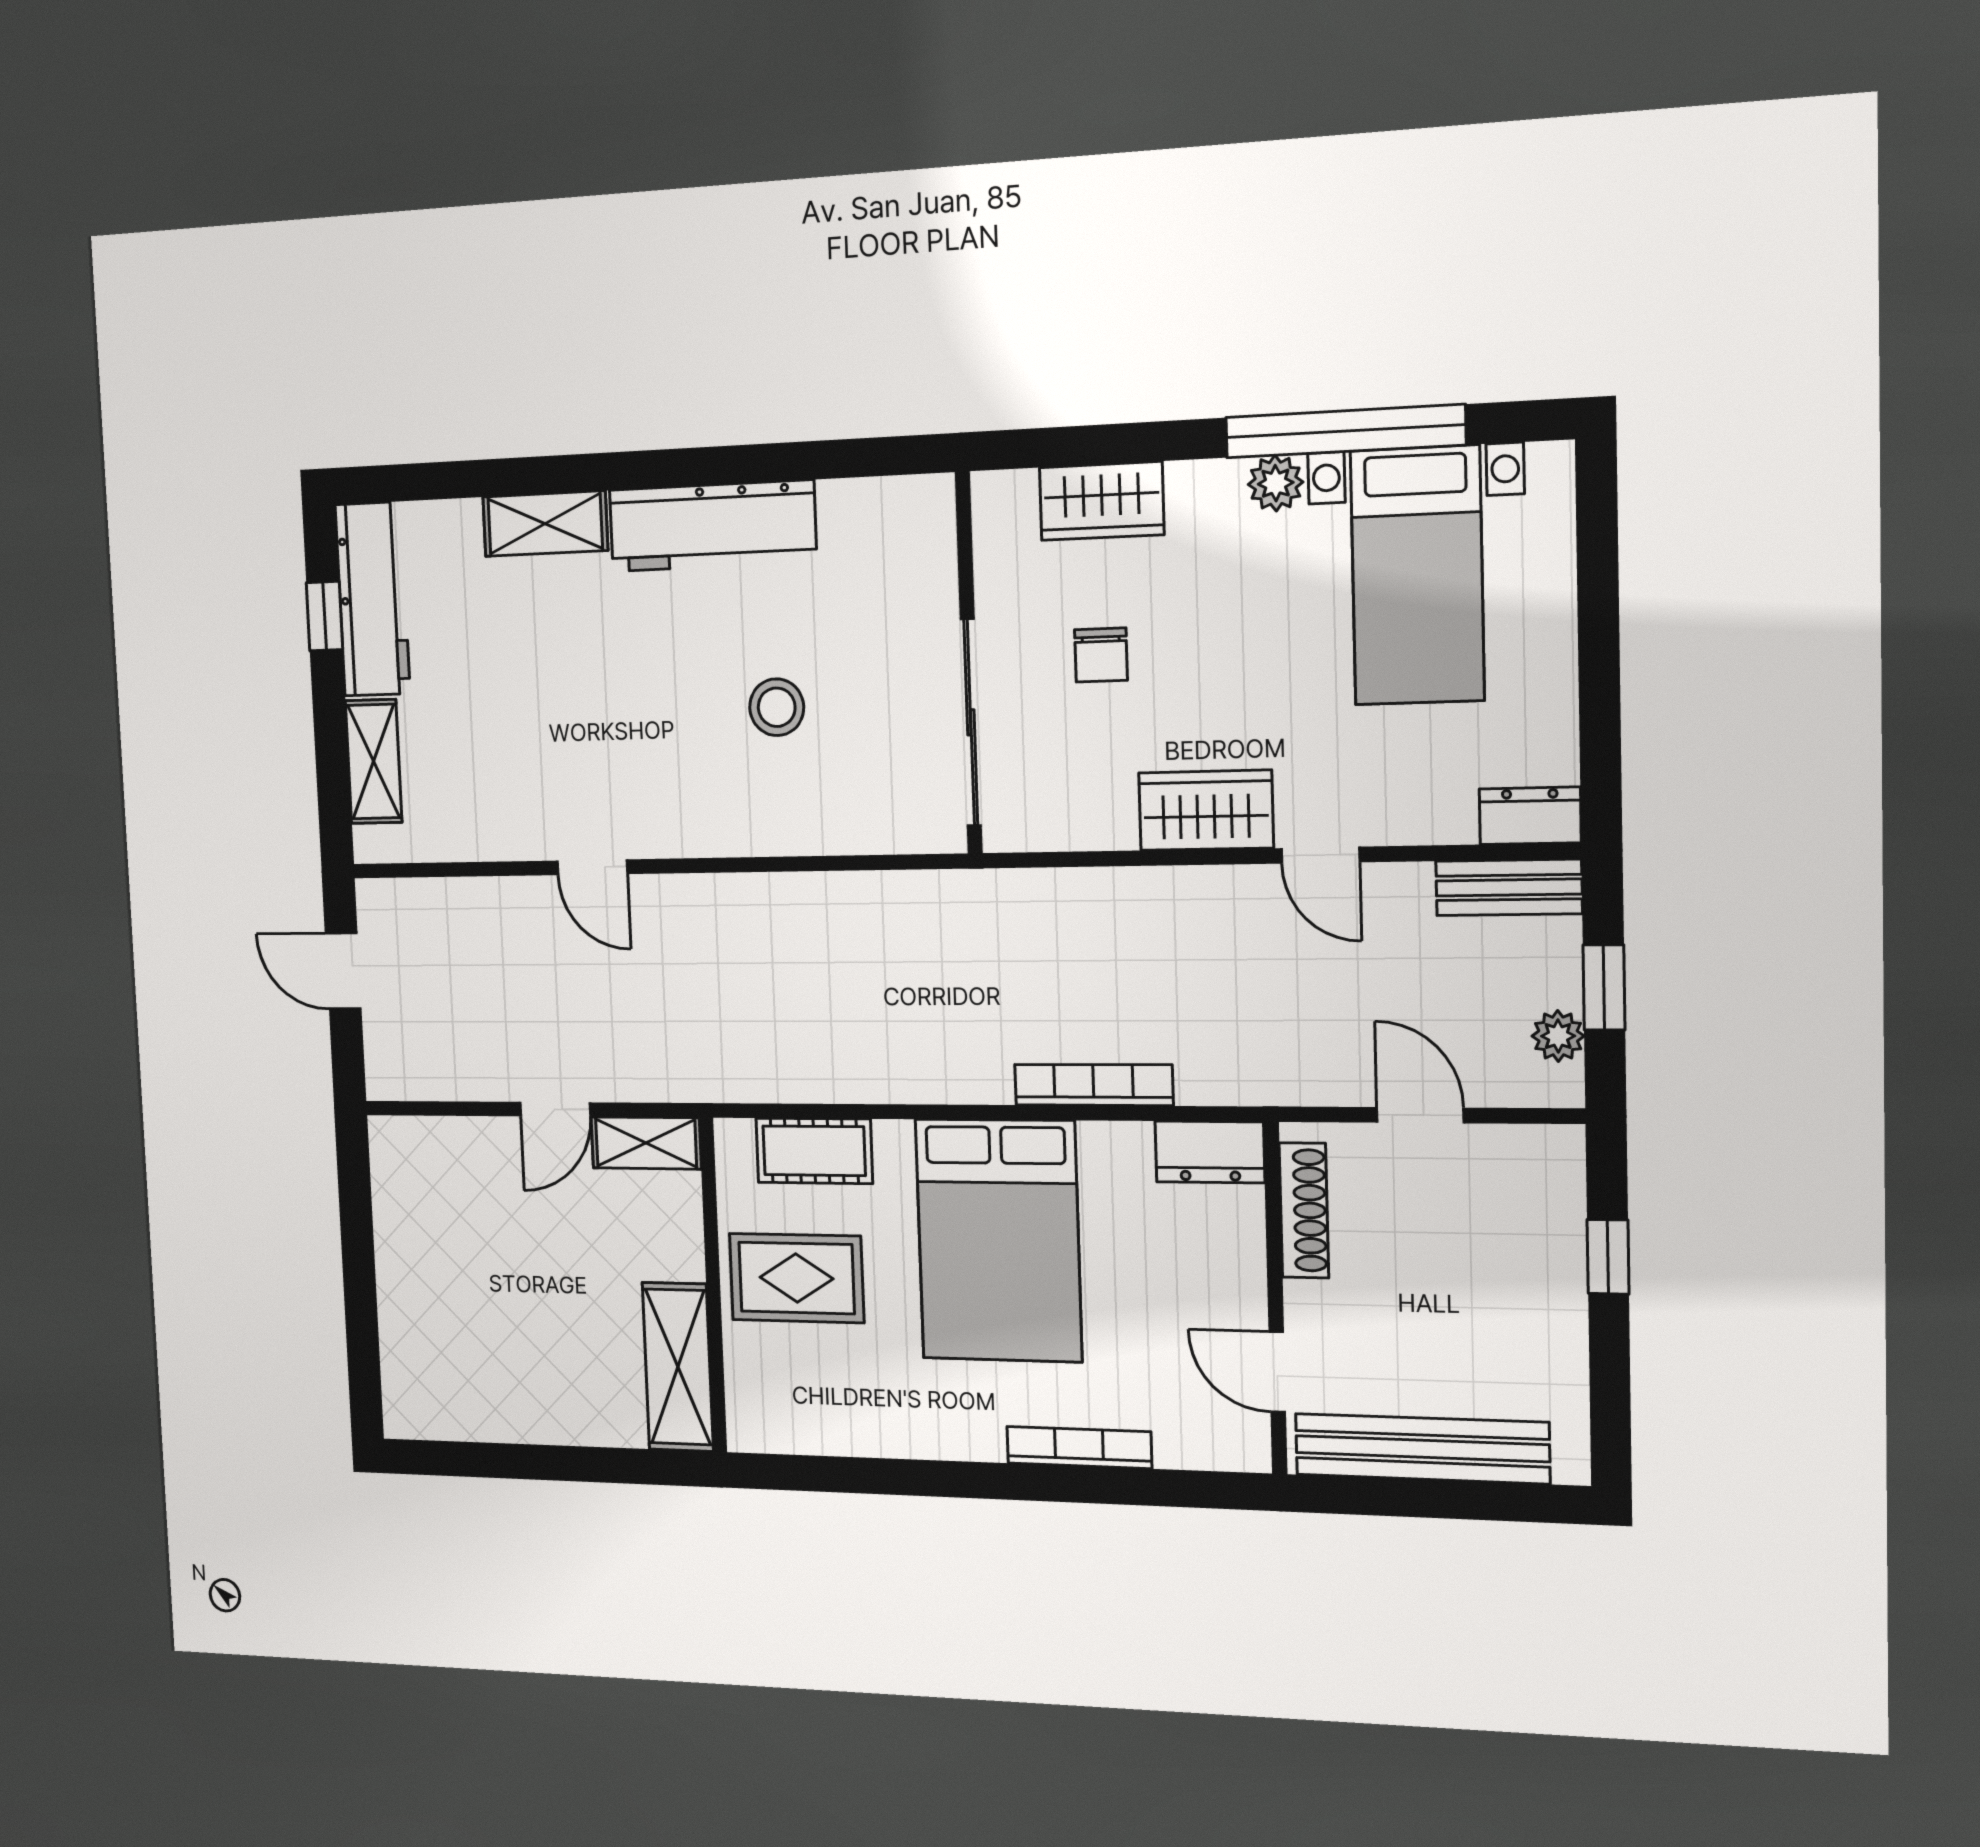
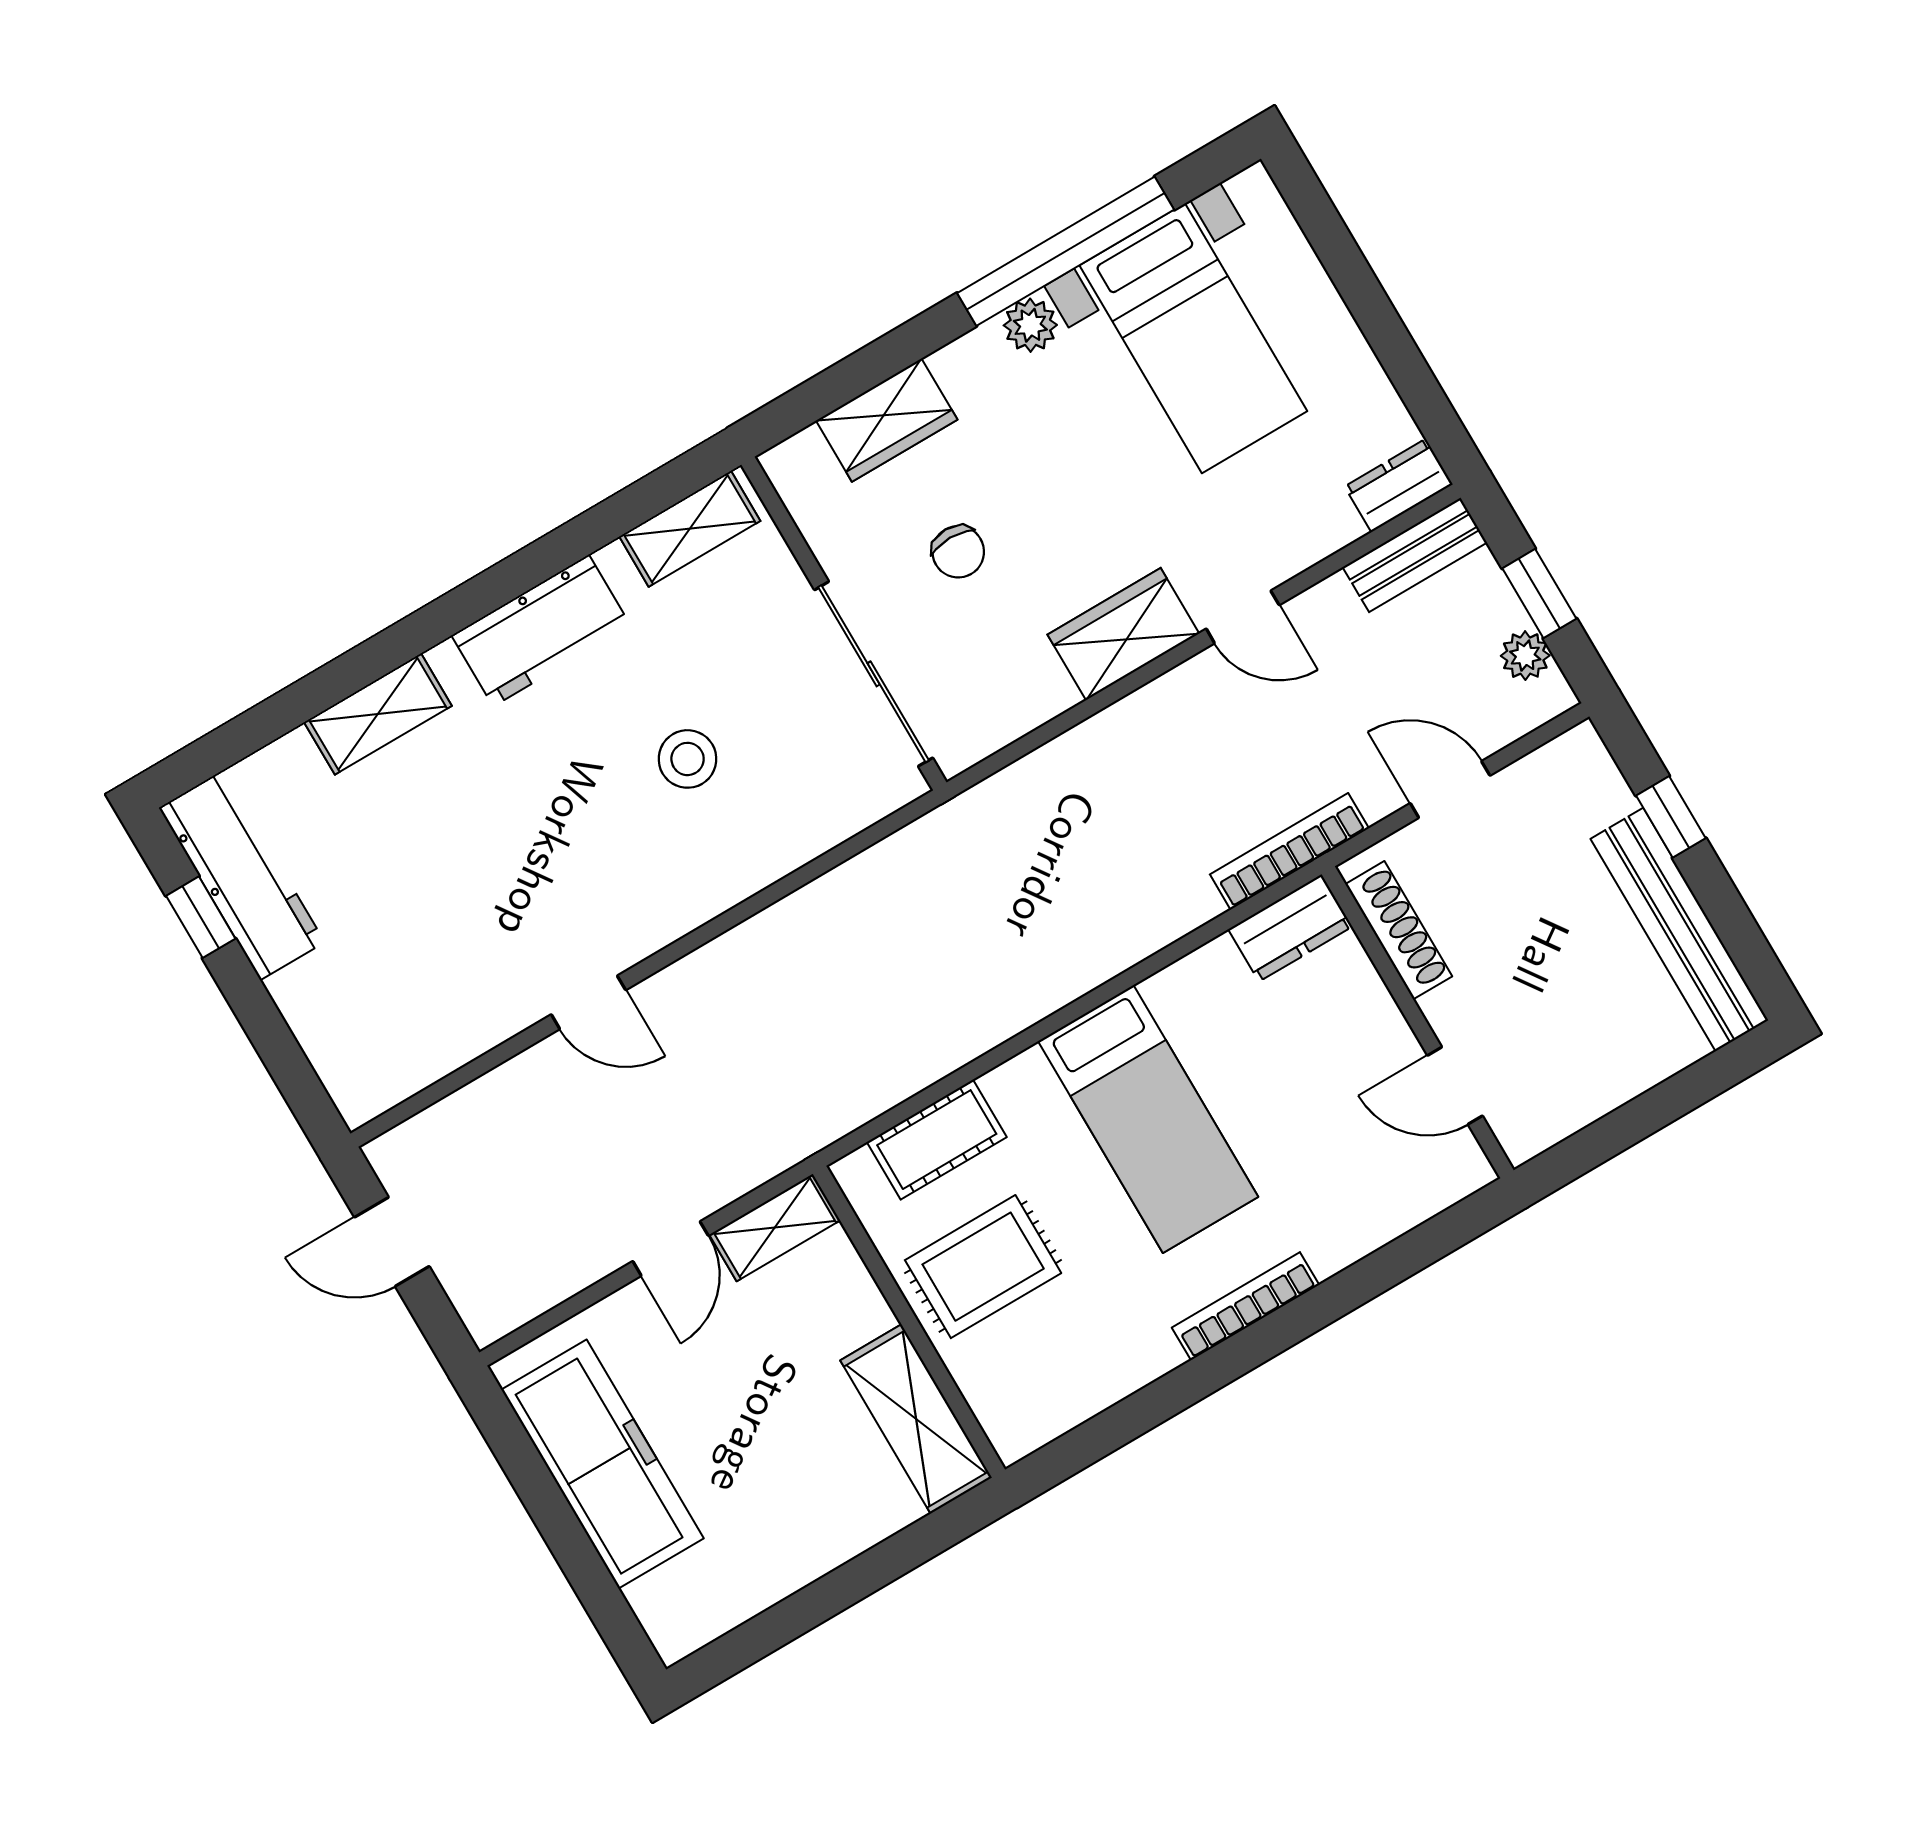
workbench: (712, 526) -> (541, 630), width x0.73
shelving: (374, 762) -> (690, 529), moved, turned 90
bookcase: (1094, 1085) -> (1289, 851), moved
bed: (998, 1240) -> (1148, 1119), width x0.67
freezer: (416, 1248) -> (602, 1464), added
bookcase: (1079, 1447) -> (1246, 1306), moved
bench: (1422, 1449) -> (1679, 930), moved, turned 90

